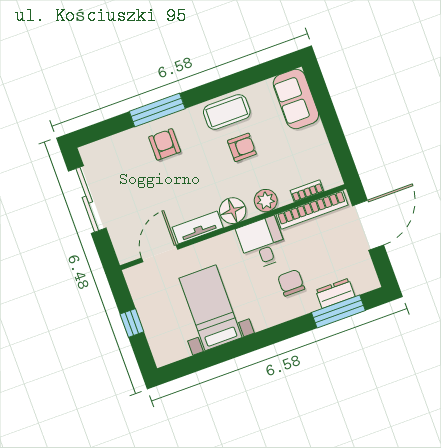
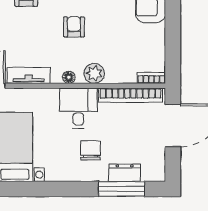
armchair: (242, 147) -> (74, 27), moved, turned -90
bookcase: (307, 191) -> (151, 78), moved
floor lamp: (233, 211) -> (69, 77), width x0.53, depth x0.53

